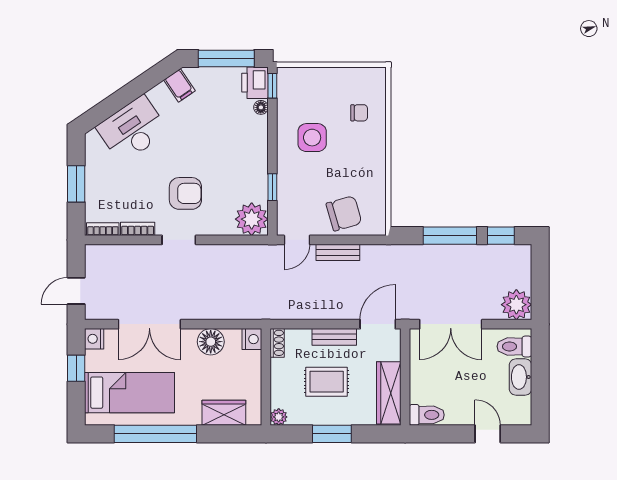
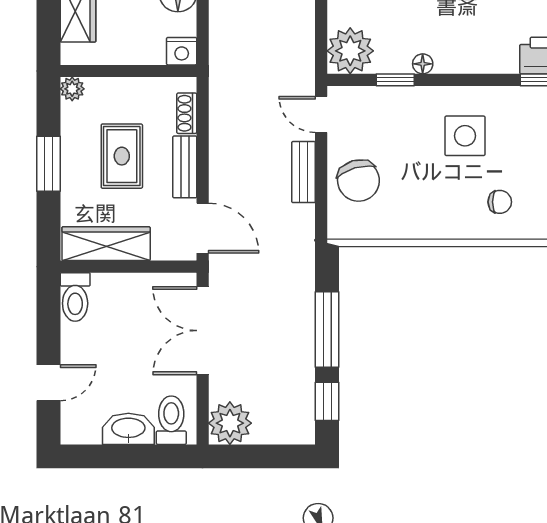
floor lamp: (261, 107) -> (423, 64), moved
chair: (359, 113) -> (500, 202), turned -90
shoe rack: (277, 343) -> (187, 113), moved, turned 90

